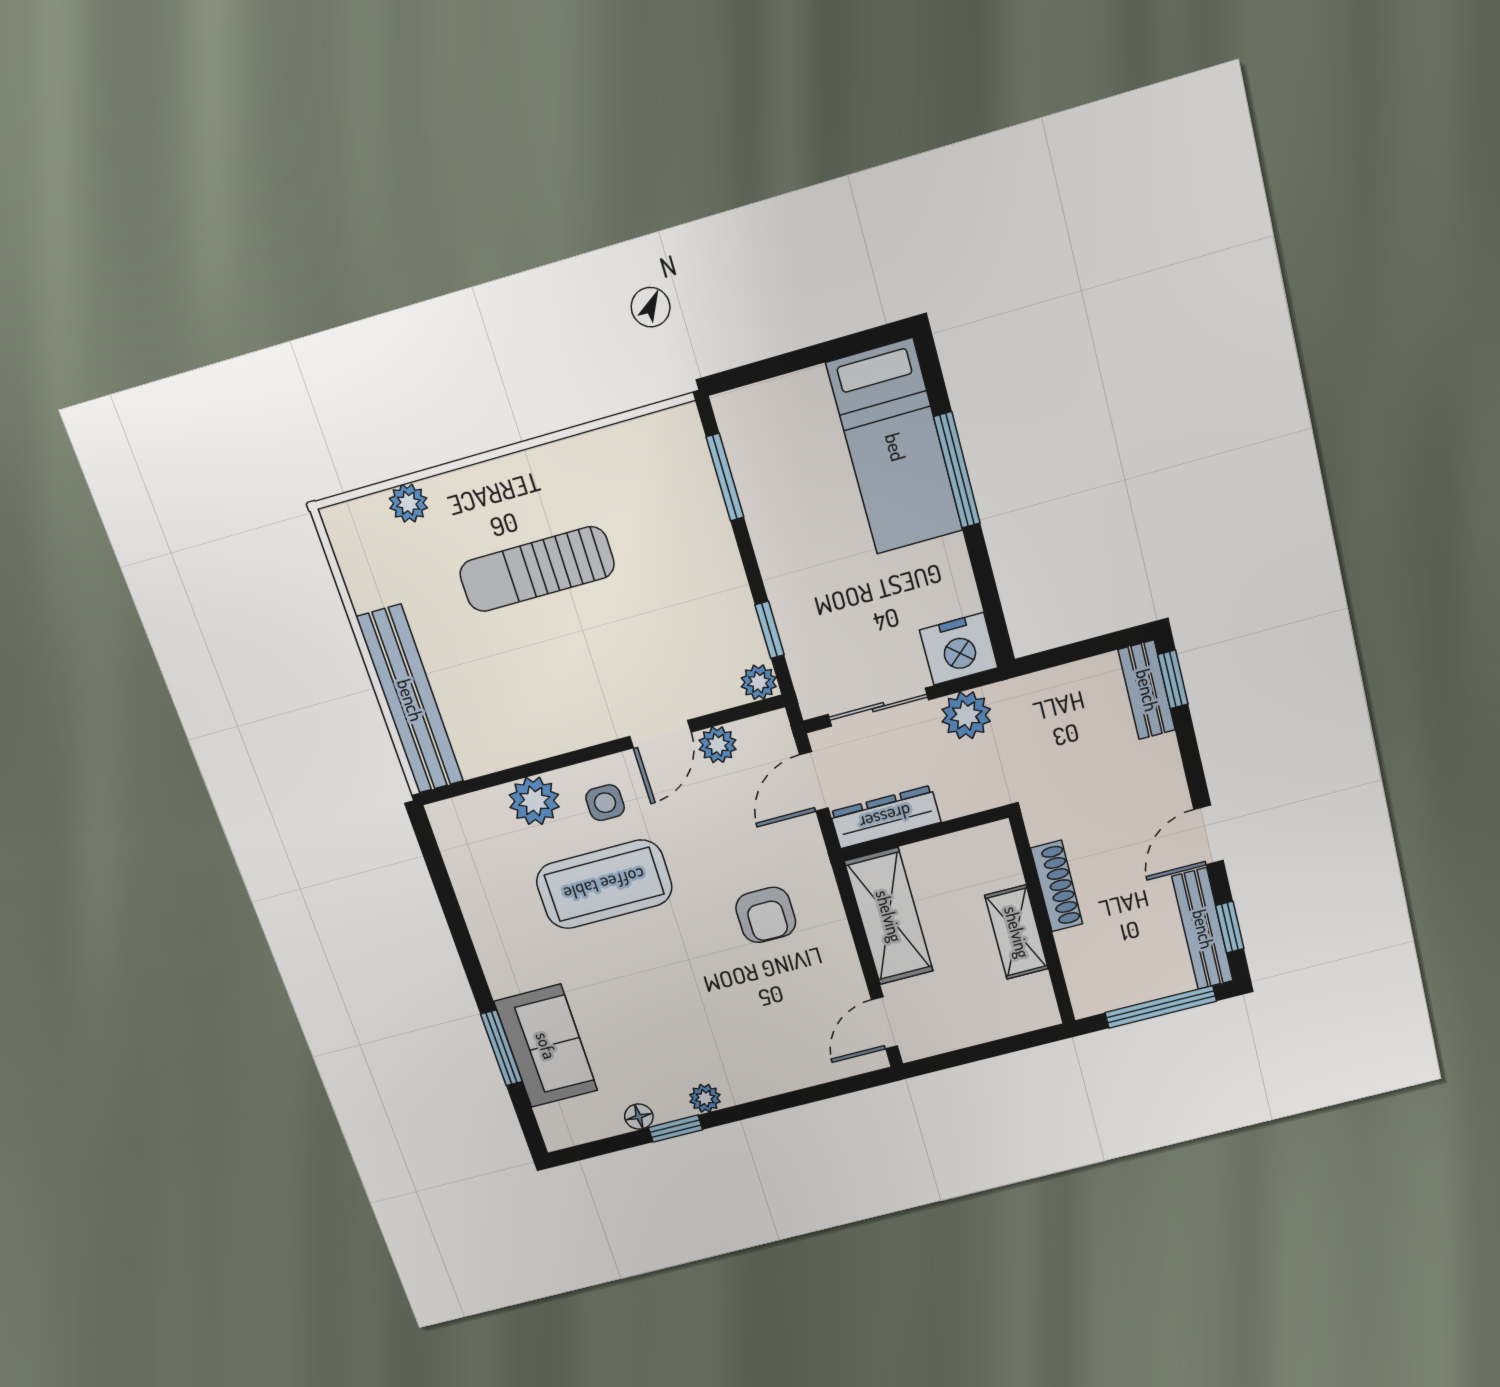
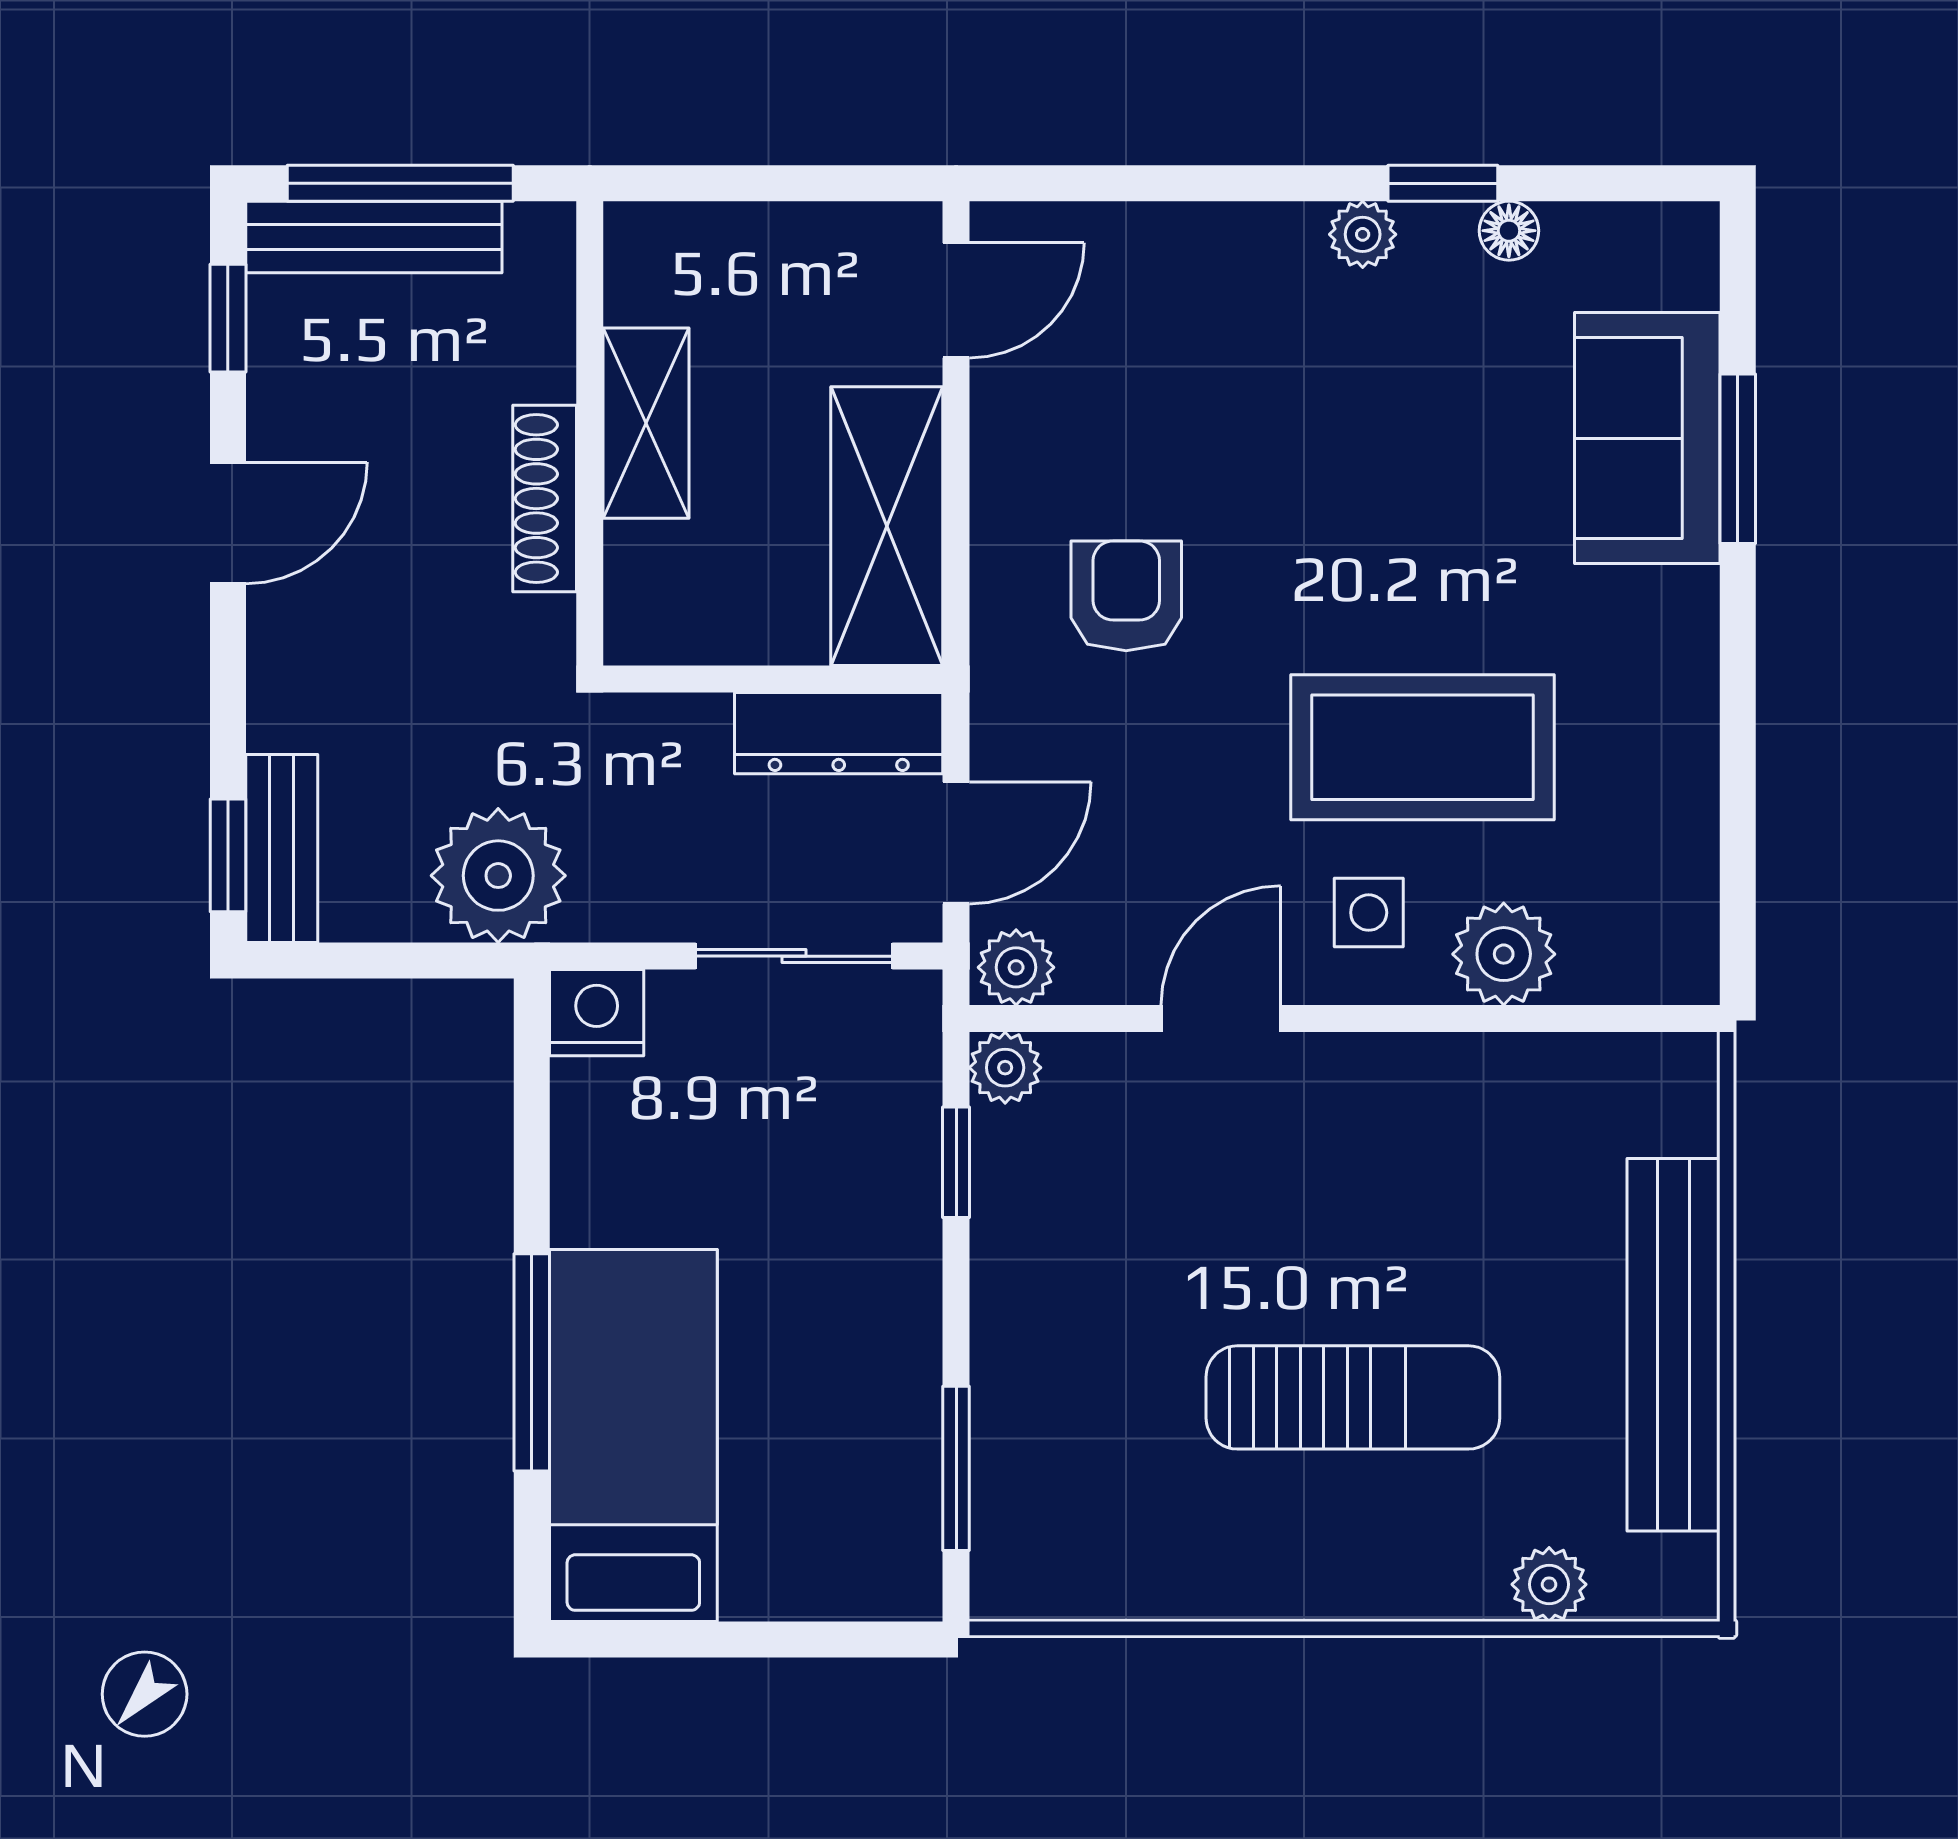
nightstand: (959, 649) -> (597, 1013), width x0.74, depth x0.75
bench: (410, 700) -> (1674, 1345), moved
plant: (966, 715) -> (498, 876), moved, width x1.36, depth x1.36
plant: (718, 745) -> (1016, 967), moved
bench: (1203, 929) -> (374, 237), moved, turned 90

